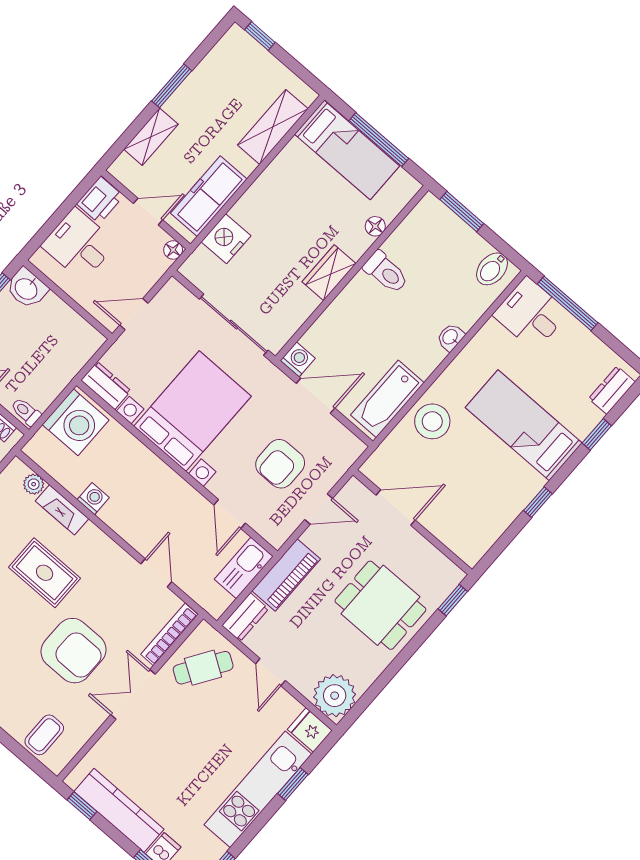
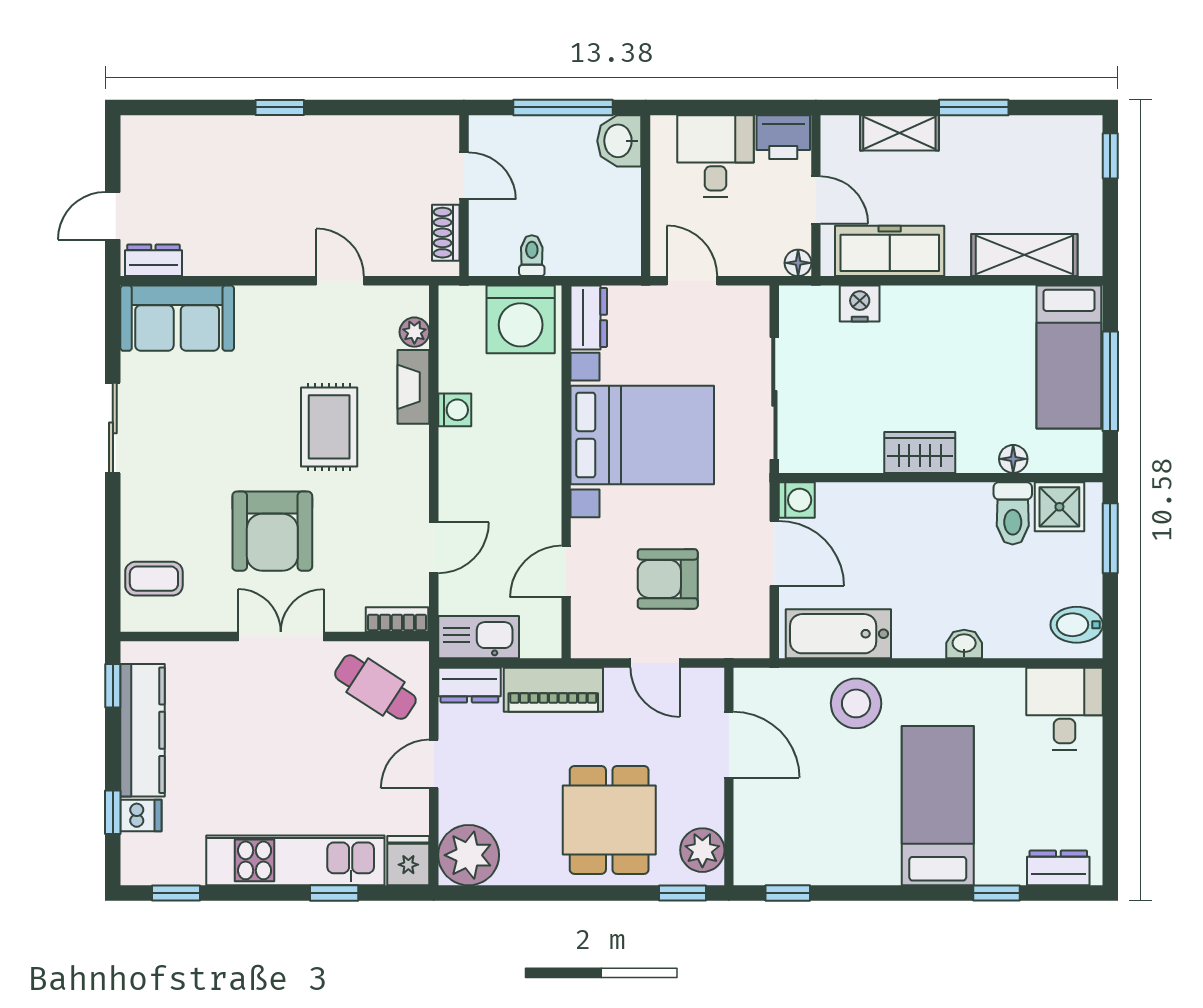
shower: (422, 224) -> (1059, 507), added
nightstand: (226, 239) -> (860, 303), width x0.74, depth x0.75
toilet: (386, 272) -> (1013, 513), moved
window: (568, 303) -> (1110, 739), removed
toilet: (26, 412) -> (532, 256), moved
window: (538, 502) -> (788, 893), moved
kitchen sink: (244, 568) -> (479, 637), moved
plant: (439, 570) -> (702, 850), added
bookcase: (169, 635) -> (397, 620), width x0.64

